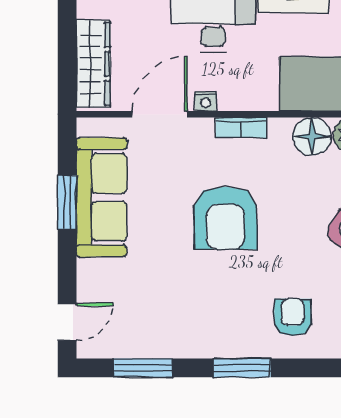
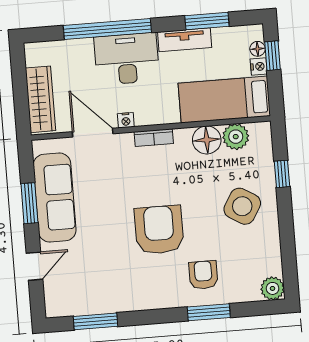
door: (160, 114) -> (93, 133), hinge flipped
armchair: (225, 218) -> (159, 230), moved, turned 180
door: (67, 322) -> (34, 266), moved
window: (242, 368) -> (209, 312), moved

